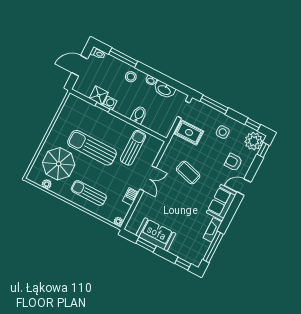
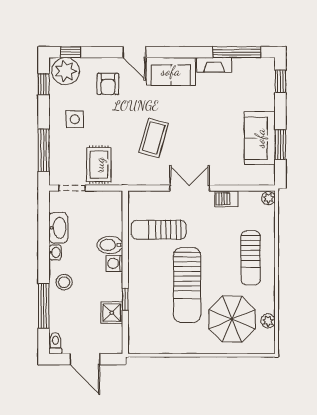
washing machine: (110, 103) -> (114, 263), moved

